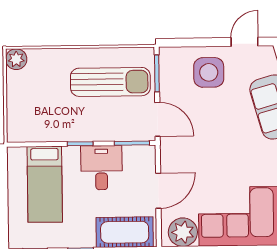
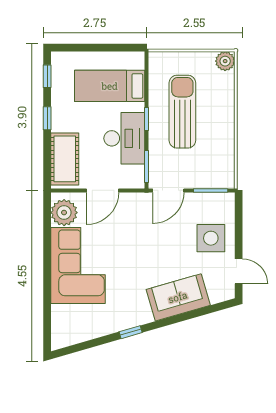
sun lounger: (110, 82) -> (182, 112), moved, turned 180
desk: (101, 168) -> (124, 138), width x1.37
door: (158, 191) -> (102, 190), hinge flipped

